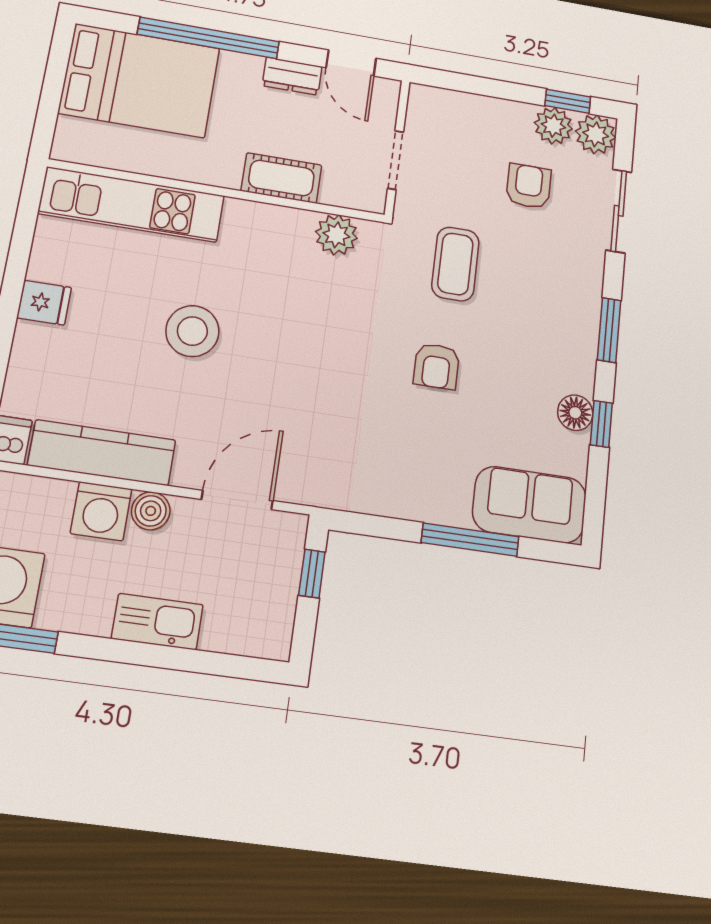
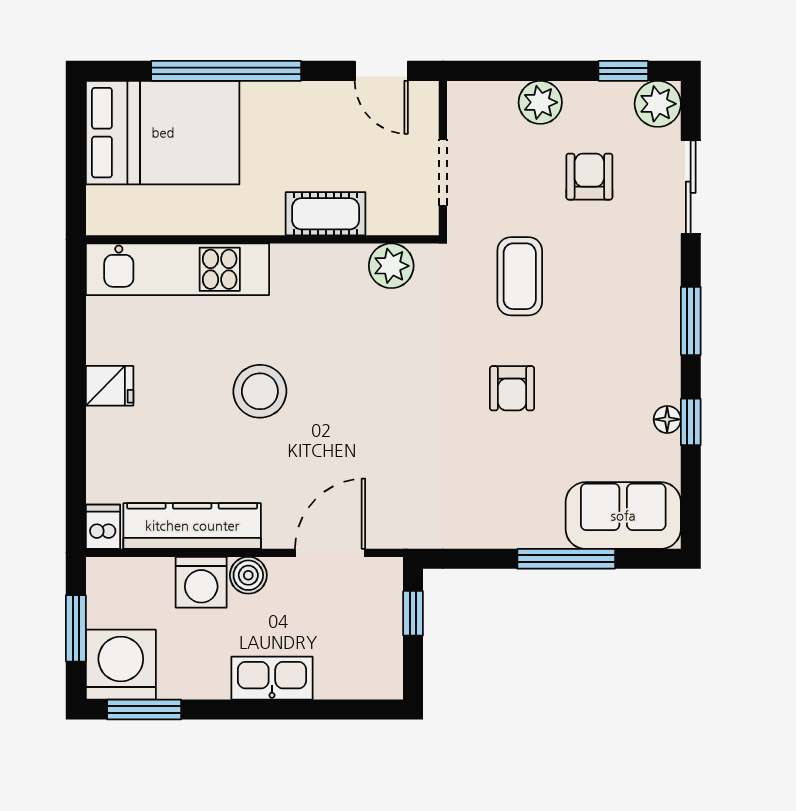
dresser: (292, 76) -> (321, 98), removed
plant: (553, 126) -> (540, 102), moved
floor lamp: (575, 413) -> (667, 419), width x0.73, depth x0.73

